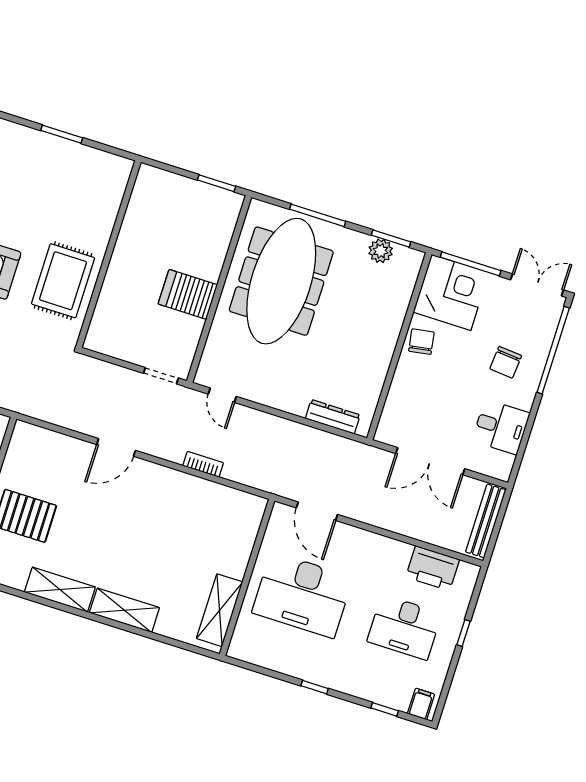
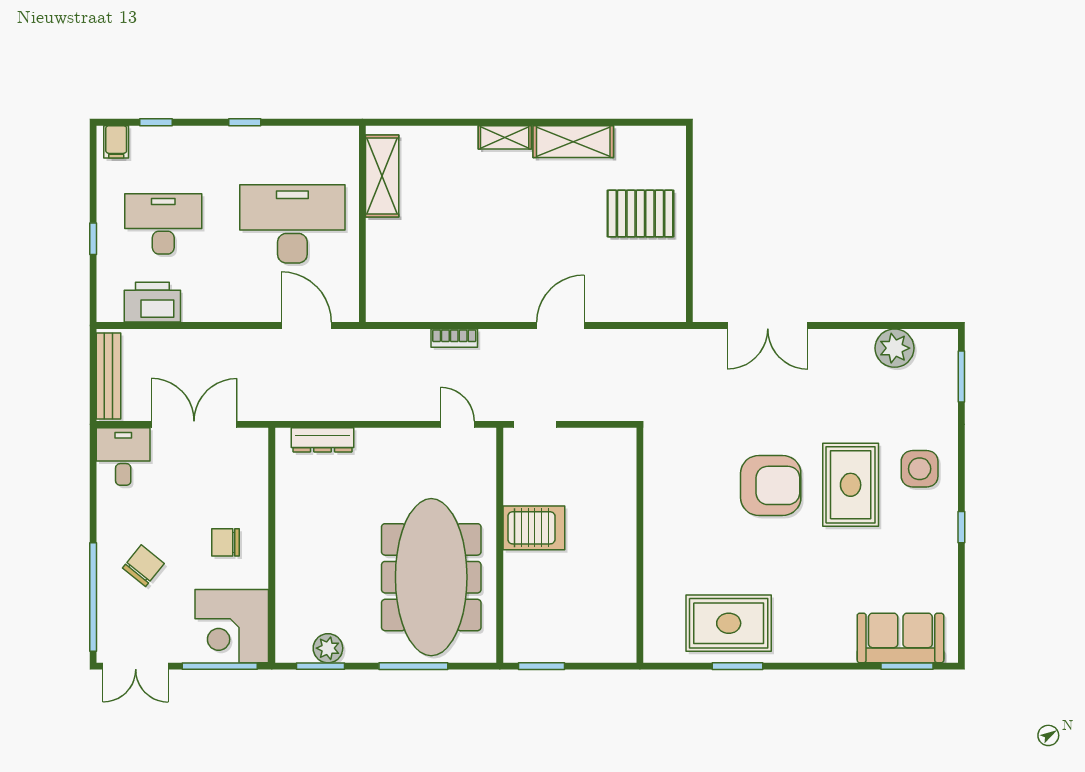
rug: (63, 281) -> (729, 623), moved, turned 90
chair: (421, 342) -> (225, 542), moved, turned 99
chair: (506, 362) -> (143, 566), turned 34
desk: (501, 427) -> (123, 457), moved, turned 90
shelving: (124, 610) -> (505, 137), width x0.67, depth x0.75

